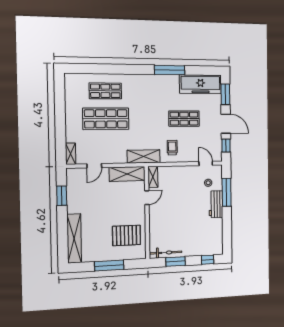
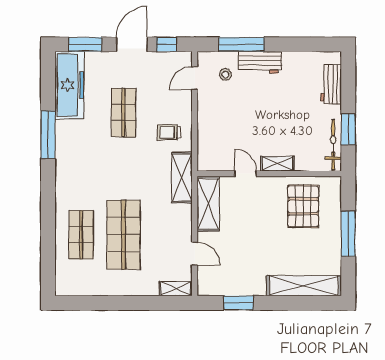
shelving: (153, 177) -> (277, 164), moved
workbench: (203, 249) -> (331, 84), added
window: (208, 260) -> (348, 77), removed

